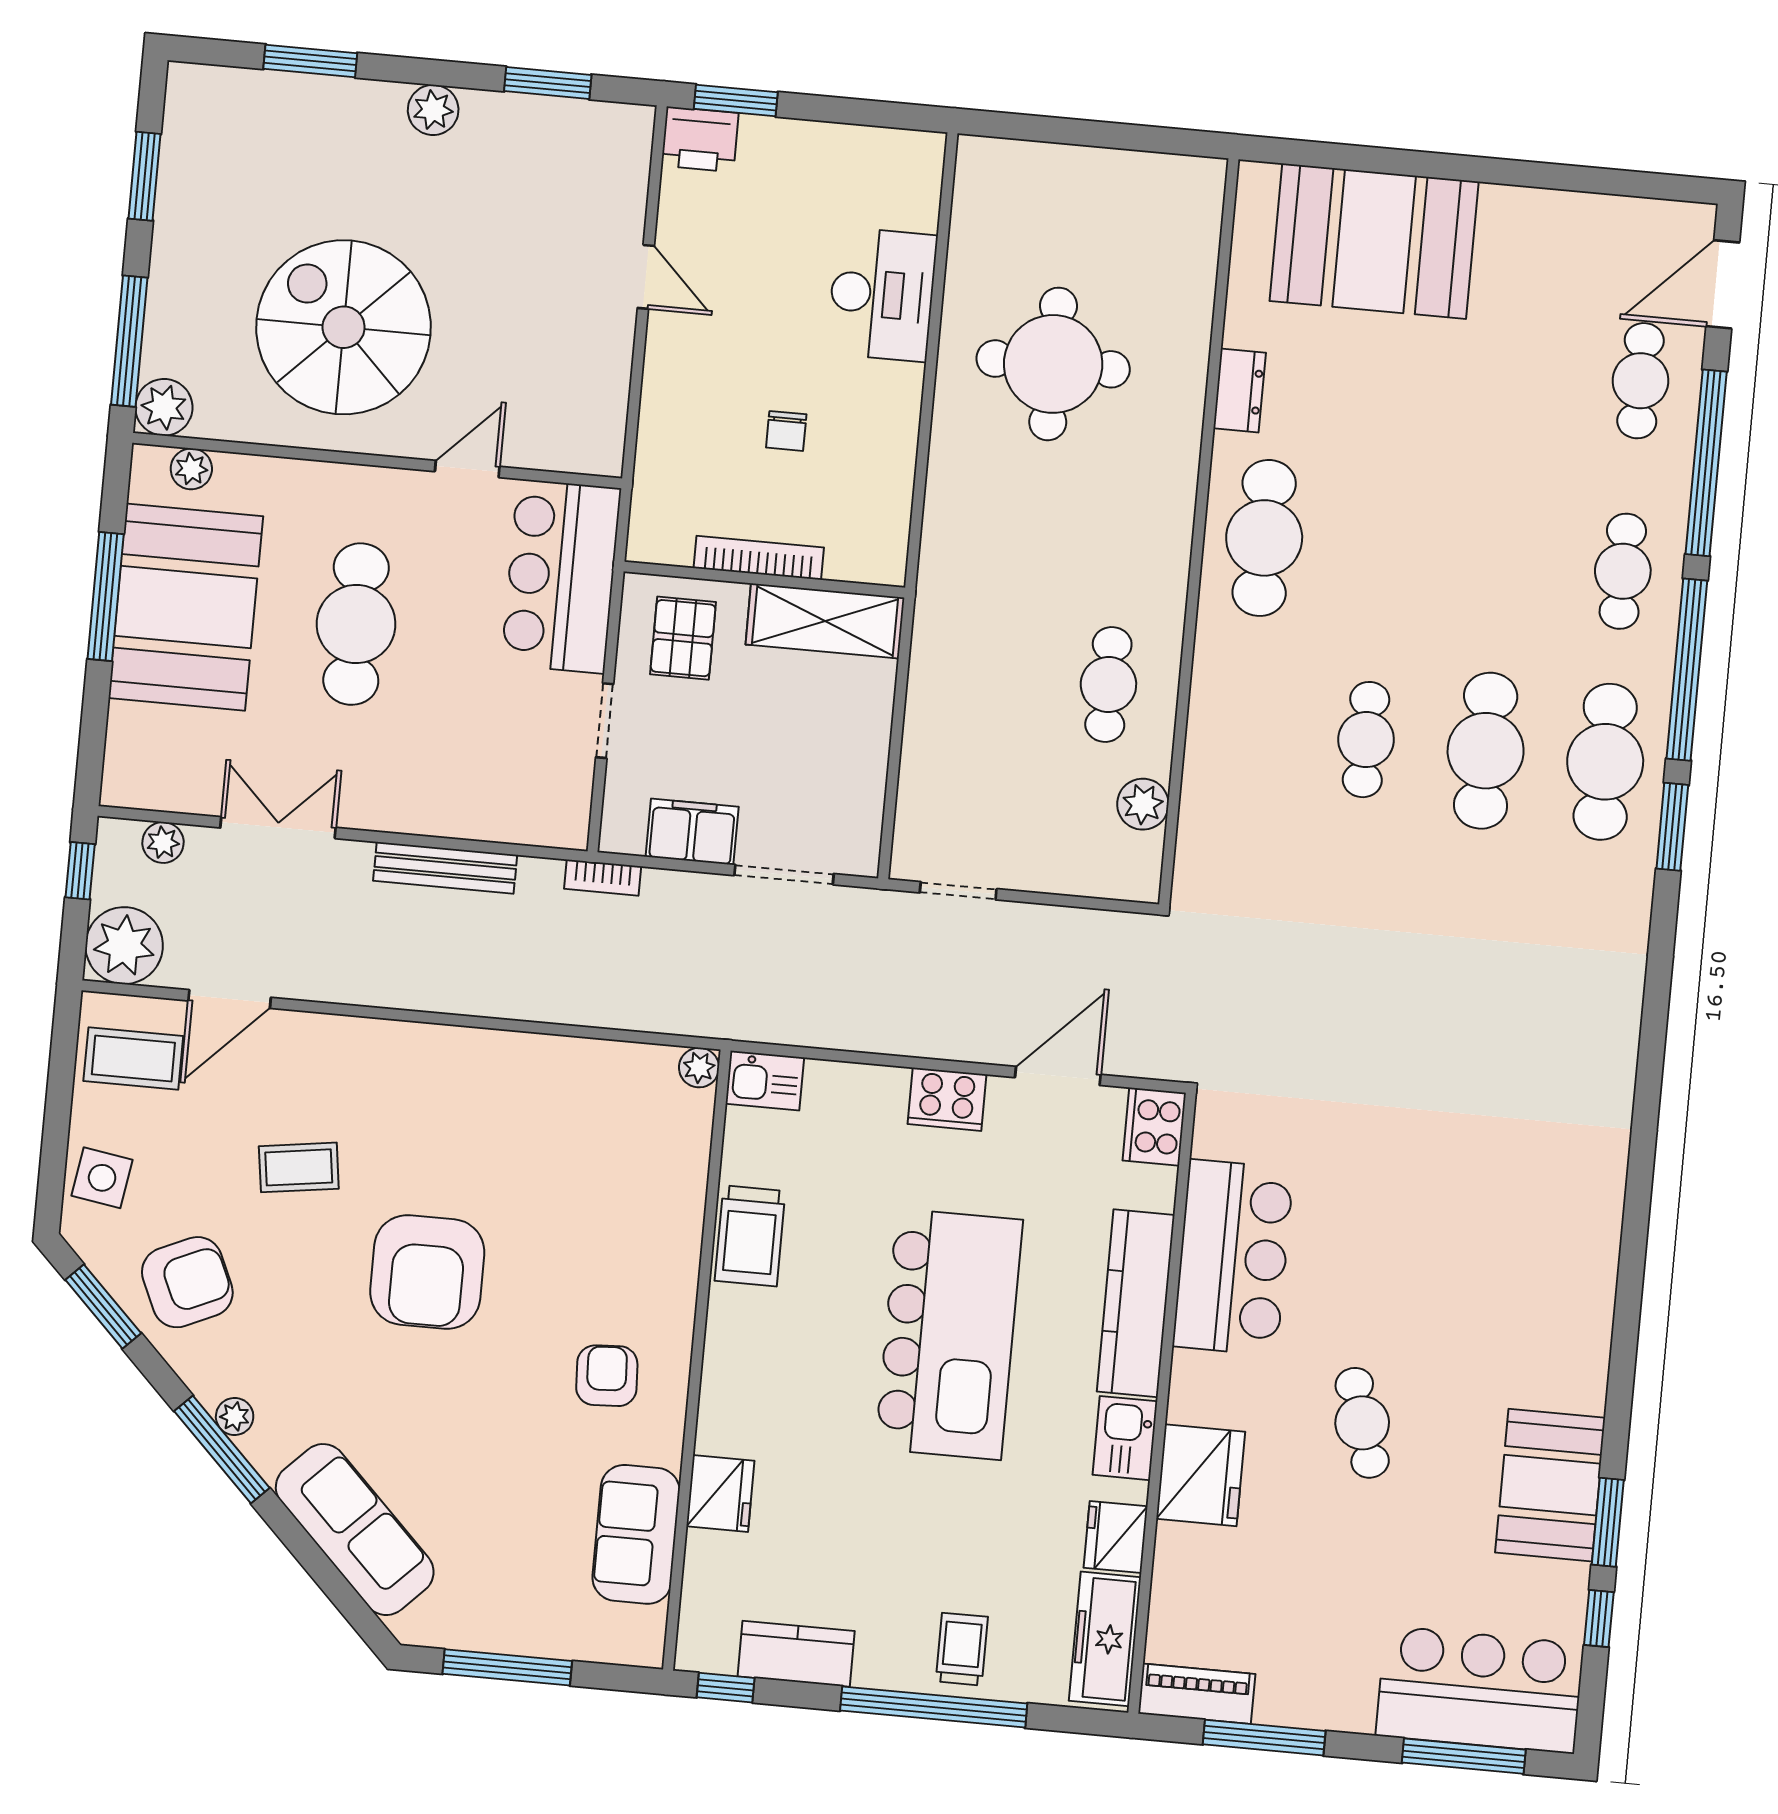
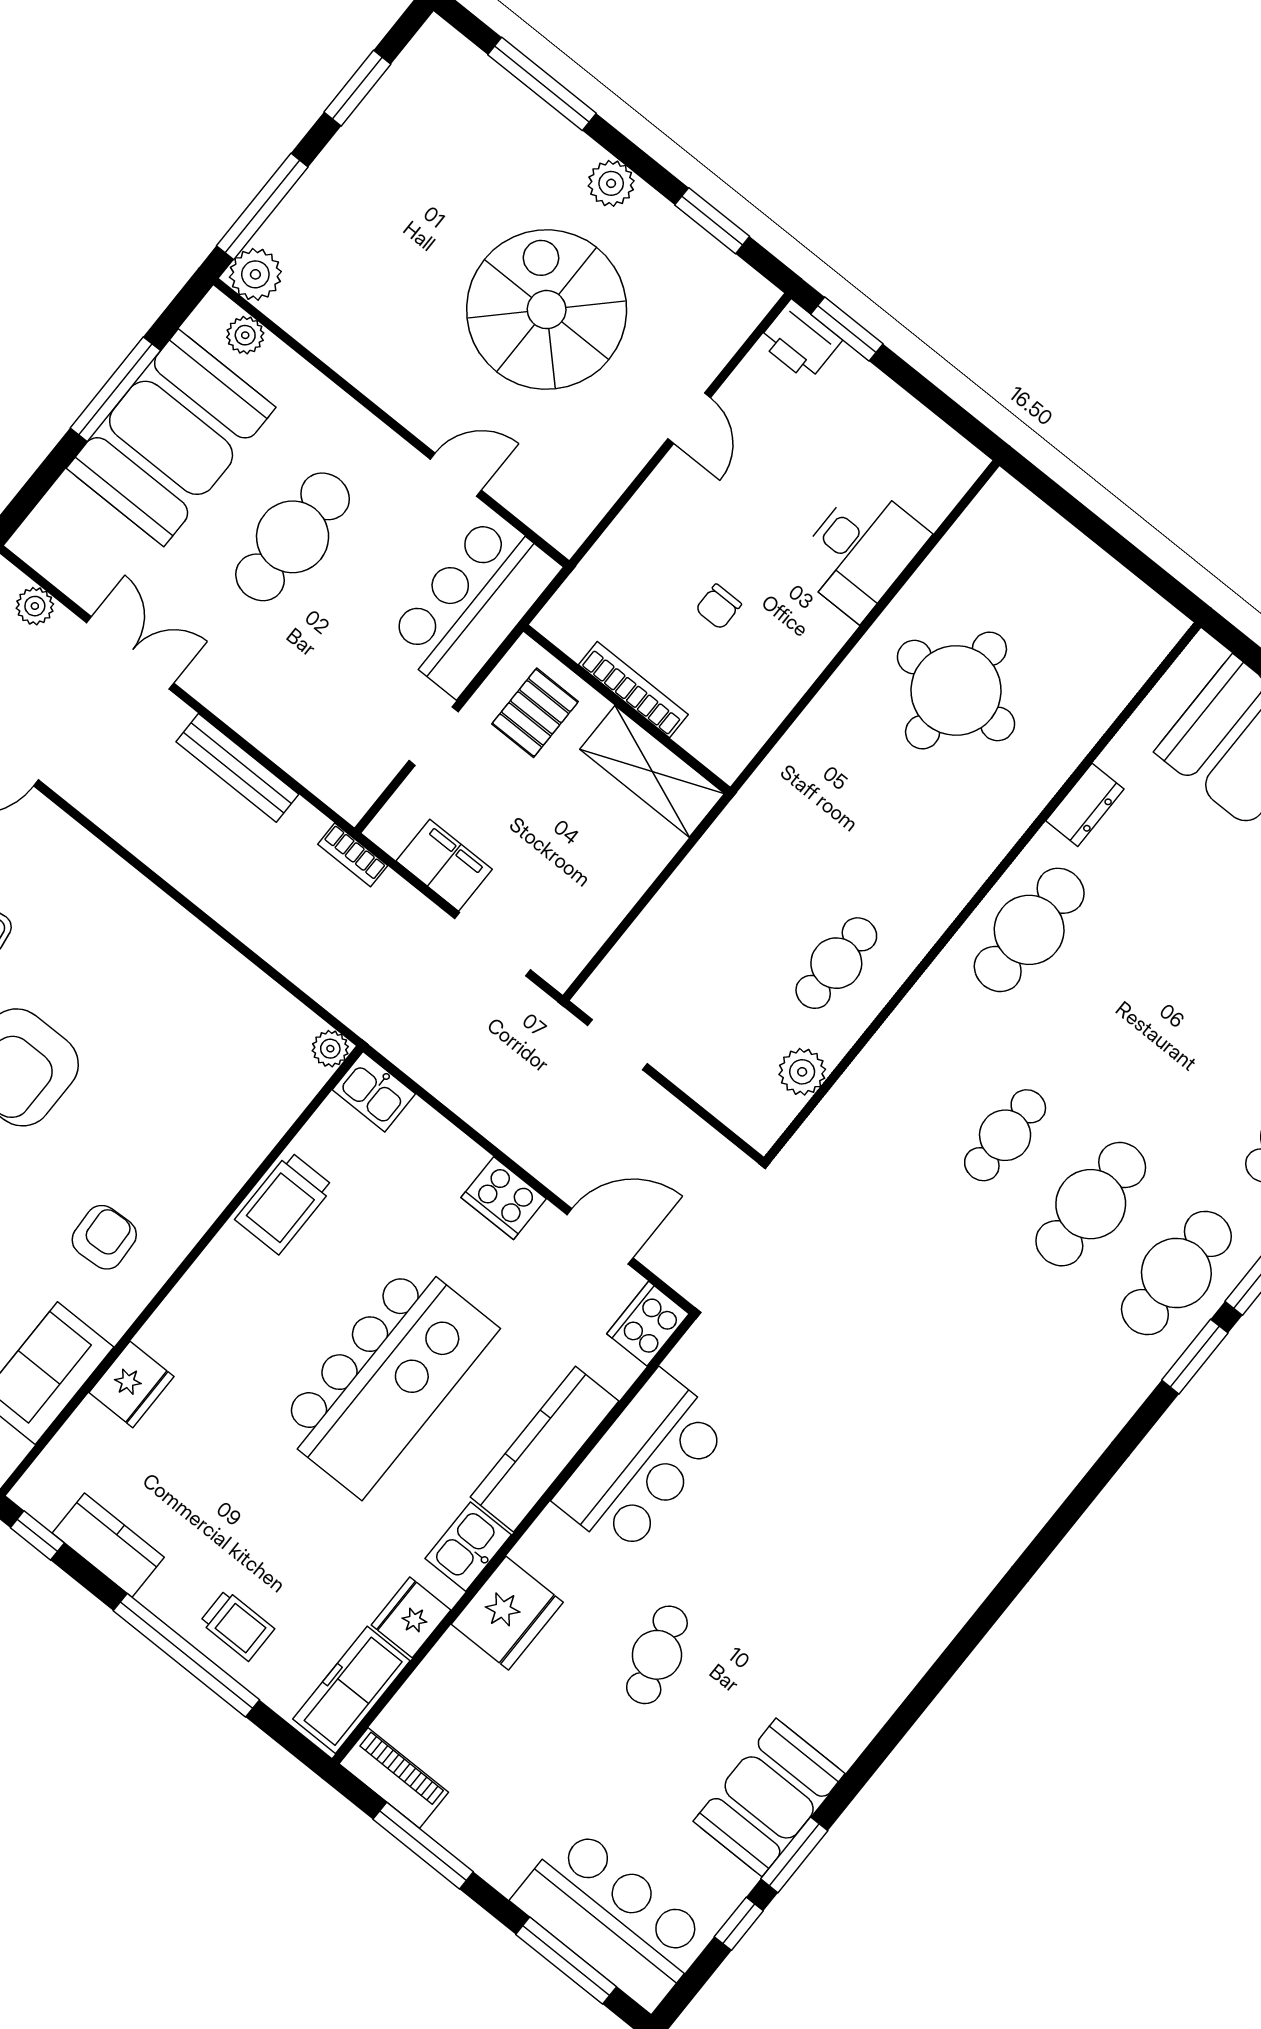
window: (310, 61) -> (542, 84), width x1.44
spiral stairs: (344, 327) -> (547, 310), moved
trolley: (962, 1649) -> (237, 1625), turned 90

